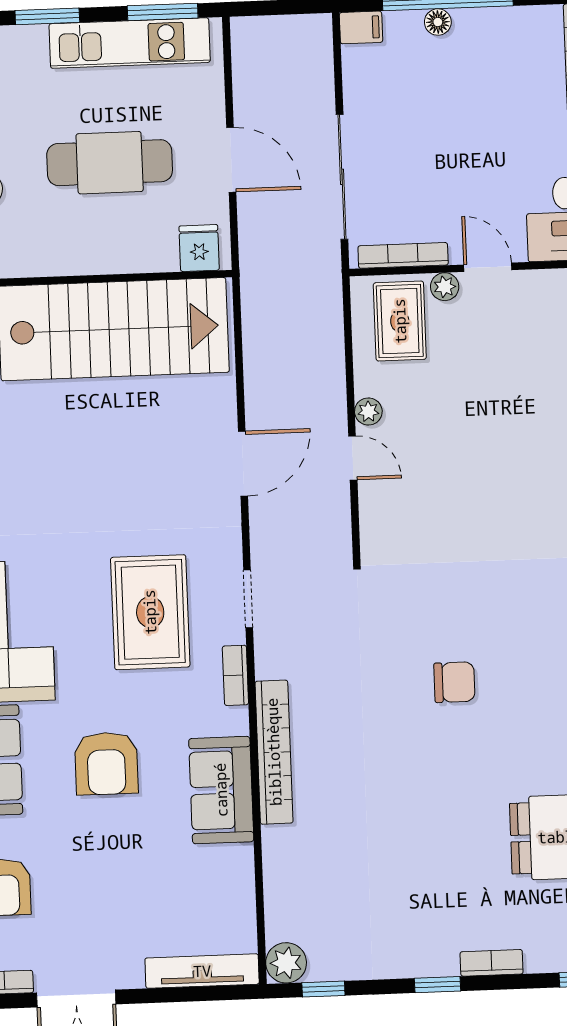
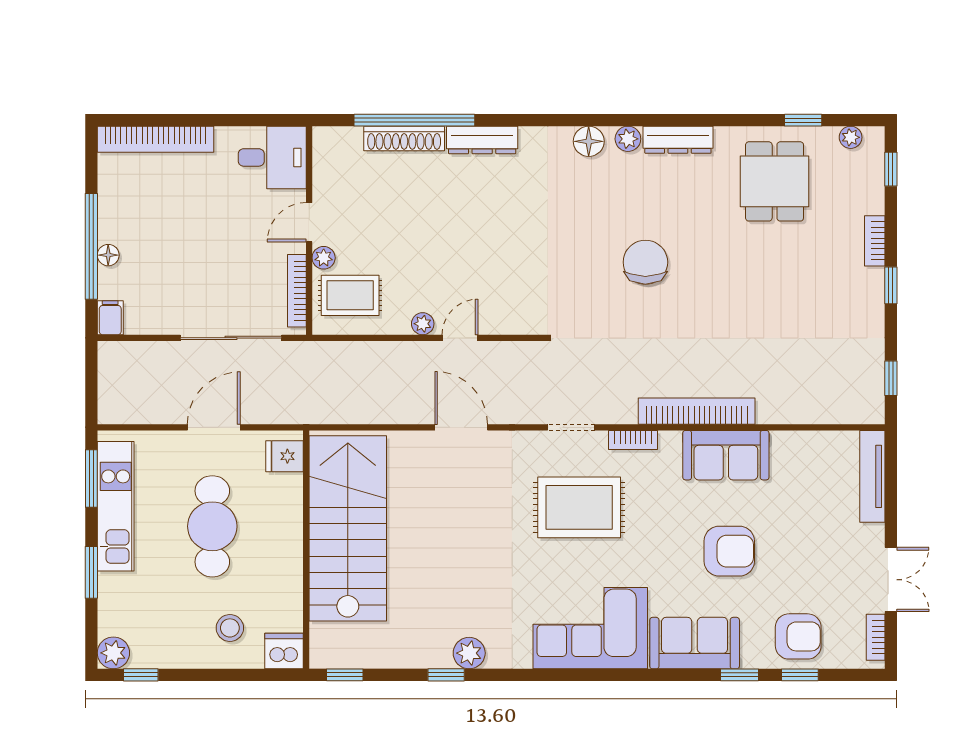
chair: (454, 682) -> (645, 262), width x1.37, depth x1.37
armchair: (106, 763) -> (729, 551), moved
plant: (286, 963) -> (868, 408), removed

